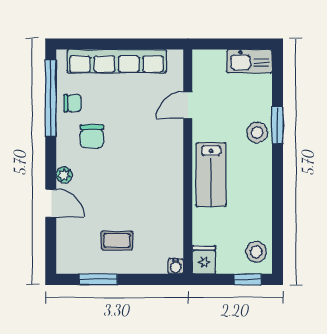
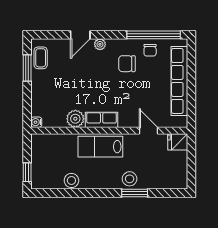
kitchen sink: (249, 61) -> (179, 174), removed
row of seats: (172, 173) -> (102, 120), added
plant: (171, 210) -> (75, 119), added
coffee table: (117, 240) -> (41, 58), moved
stool: (256, 252) -> (71, 180), moved
fridge: (204, 260) -> (178, 142), moved, turned 180

